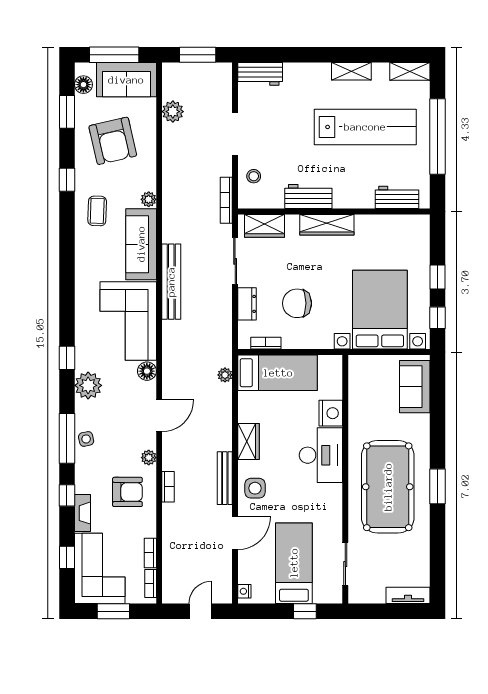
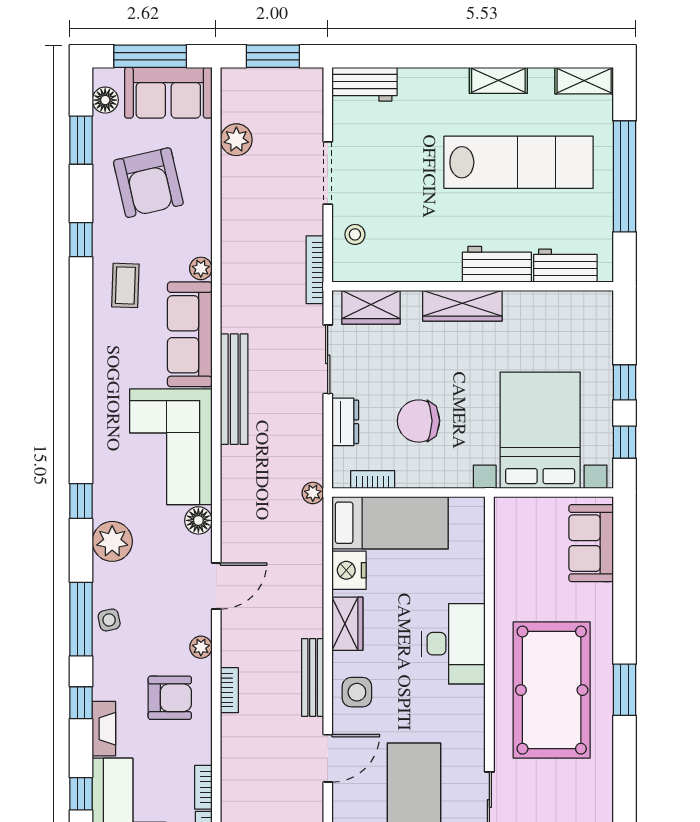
workbench: (308, 196) -> (497, 264), moved
plant: (225, 375) -> (313, 493), moved
nightstand: (331, 413) -> (349, 570), moved, turned 180

